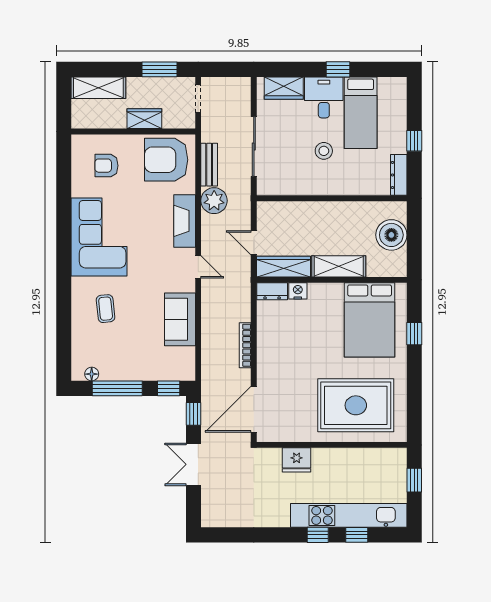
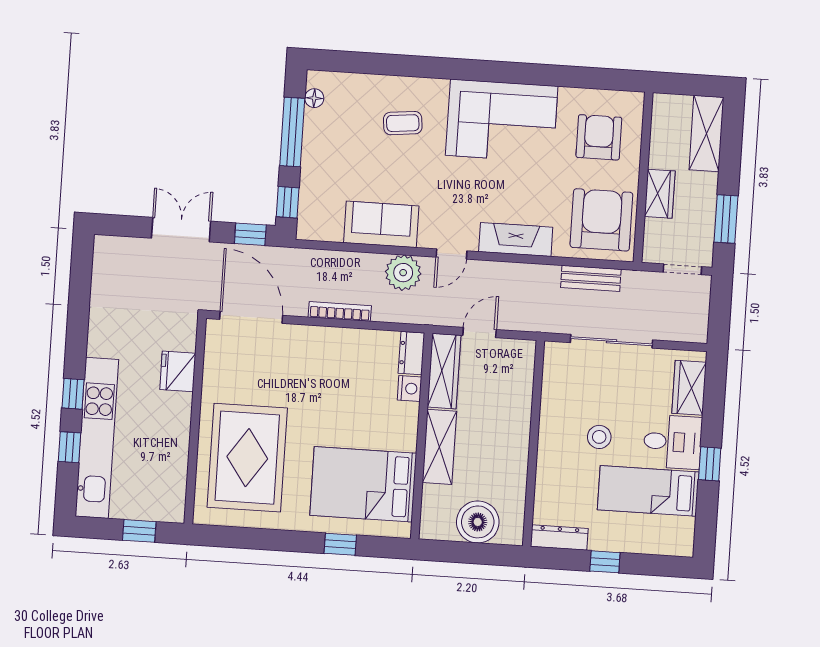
armchair: (106, 166) -> (599, 137), width x1.38, depth x1.38
plant: (214, 201) -> (403, 273), moved

